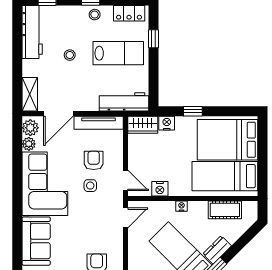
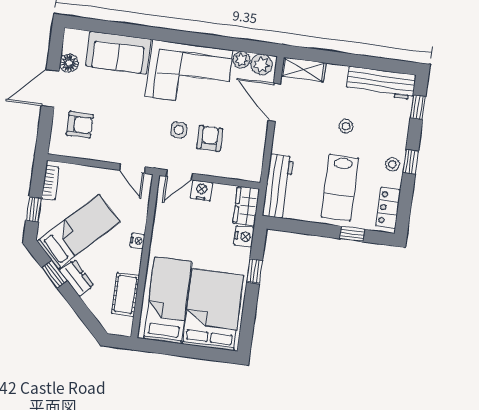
tv unit: (99, 123) -> (256, 151), removed
armchair: (94, 160) -> (210, 138), turned -90
nightstand: (160, 189) -> (201, 190), moved, turned 90

